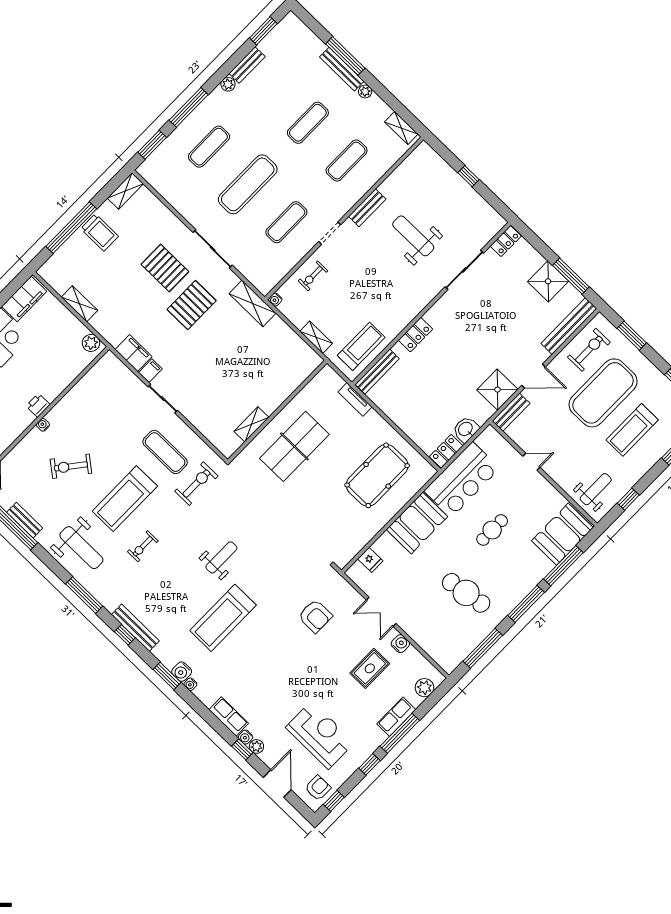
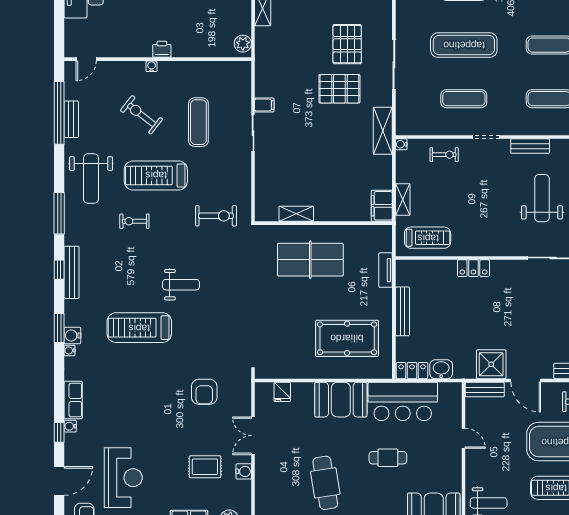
exercise bike: (313, 276) -> (444, 155), turned 180
filing cabinet: (134, 353) -> (382, 206), moved, turned 180
bench: (377, 372) -> (402, 311), moved, turned 90
exercise mat: (165, 452) -> (198, 122), moved
plant: (256, 746) -> (71, 440), removed

